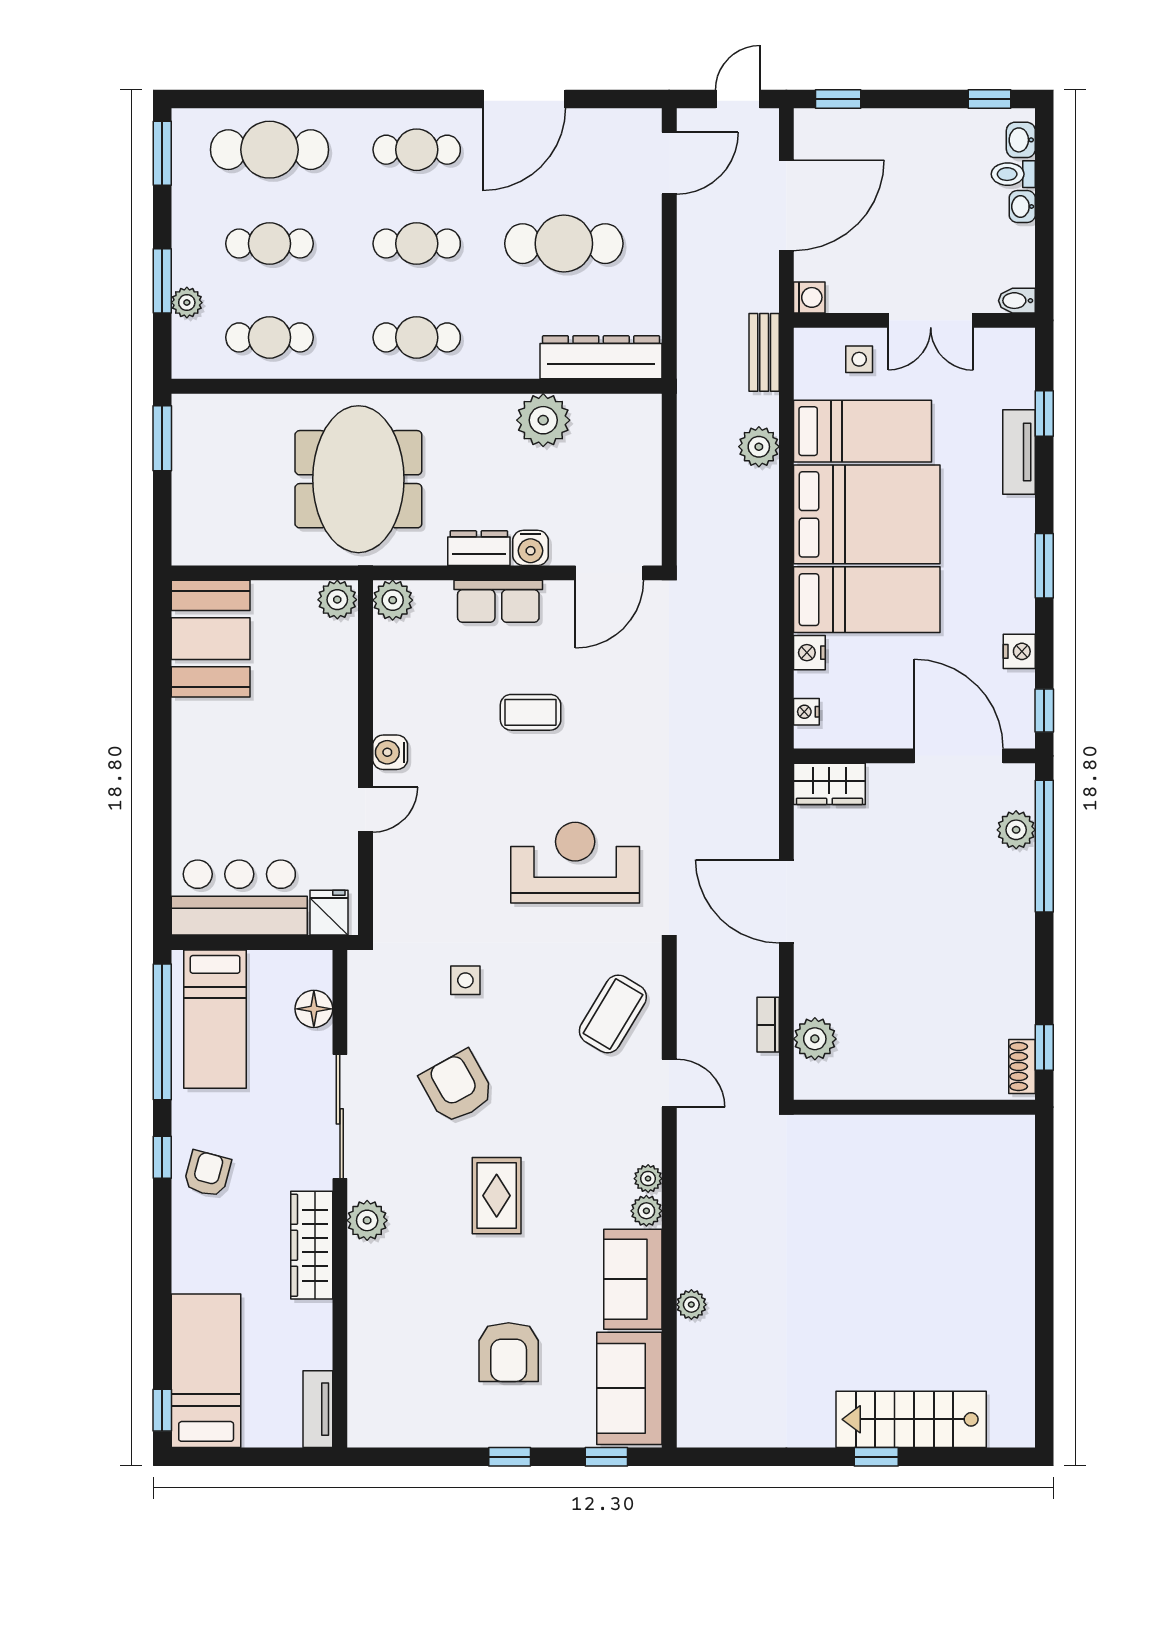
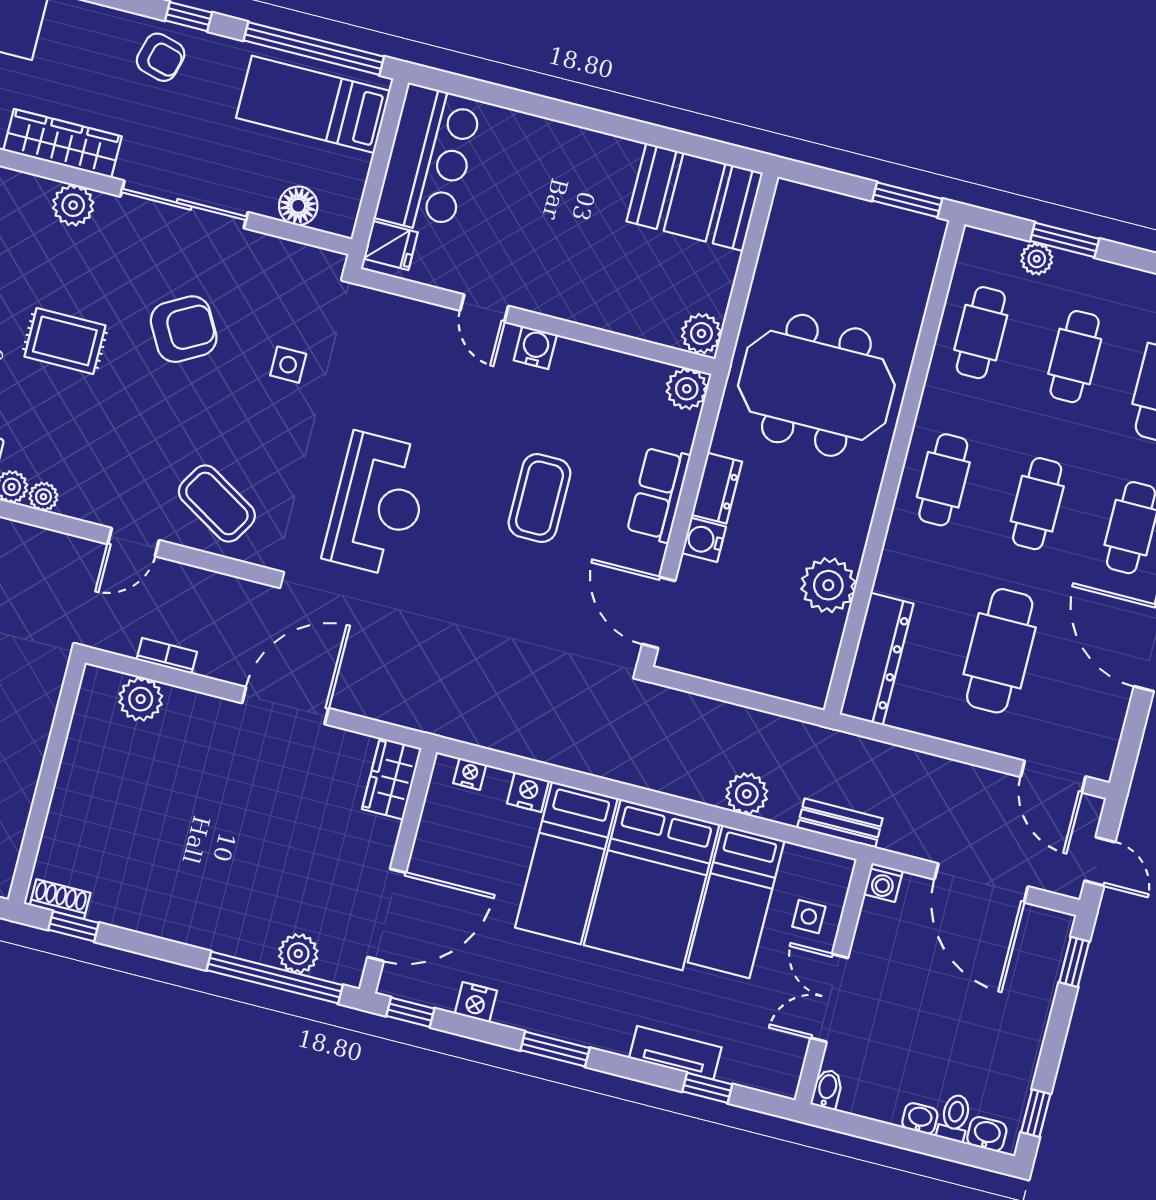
coffee table: (531, 712) -> (539, 498), width x1.36, depth x1.30

